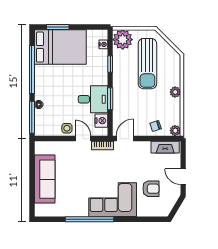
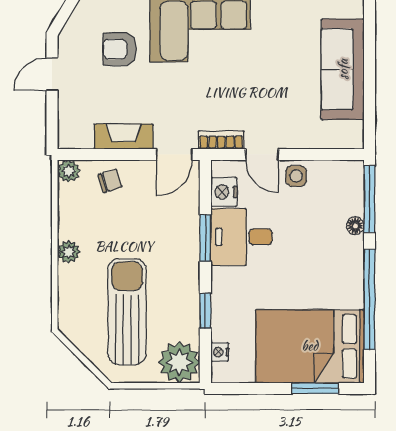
fireplace: (165, 147) -> (124, 136), moved
door: (183, 177) -> (52, 74), swing flipped

